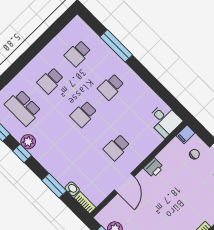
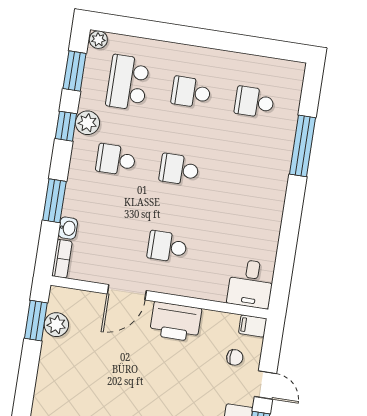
school desk: (111, 87) -> (116, 160), moved
printer: (154, 168) -> (176, 322), width x1.87, depth x1.48

